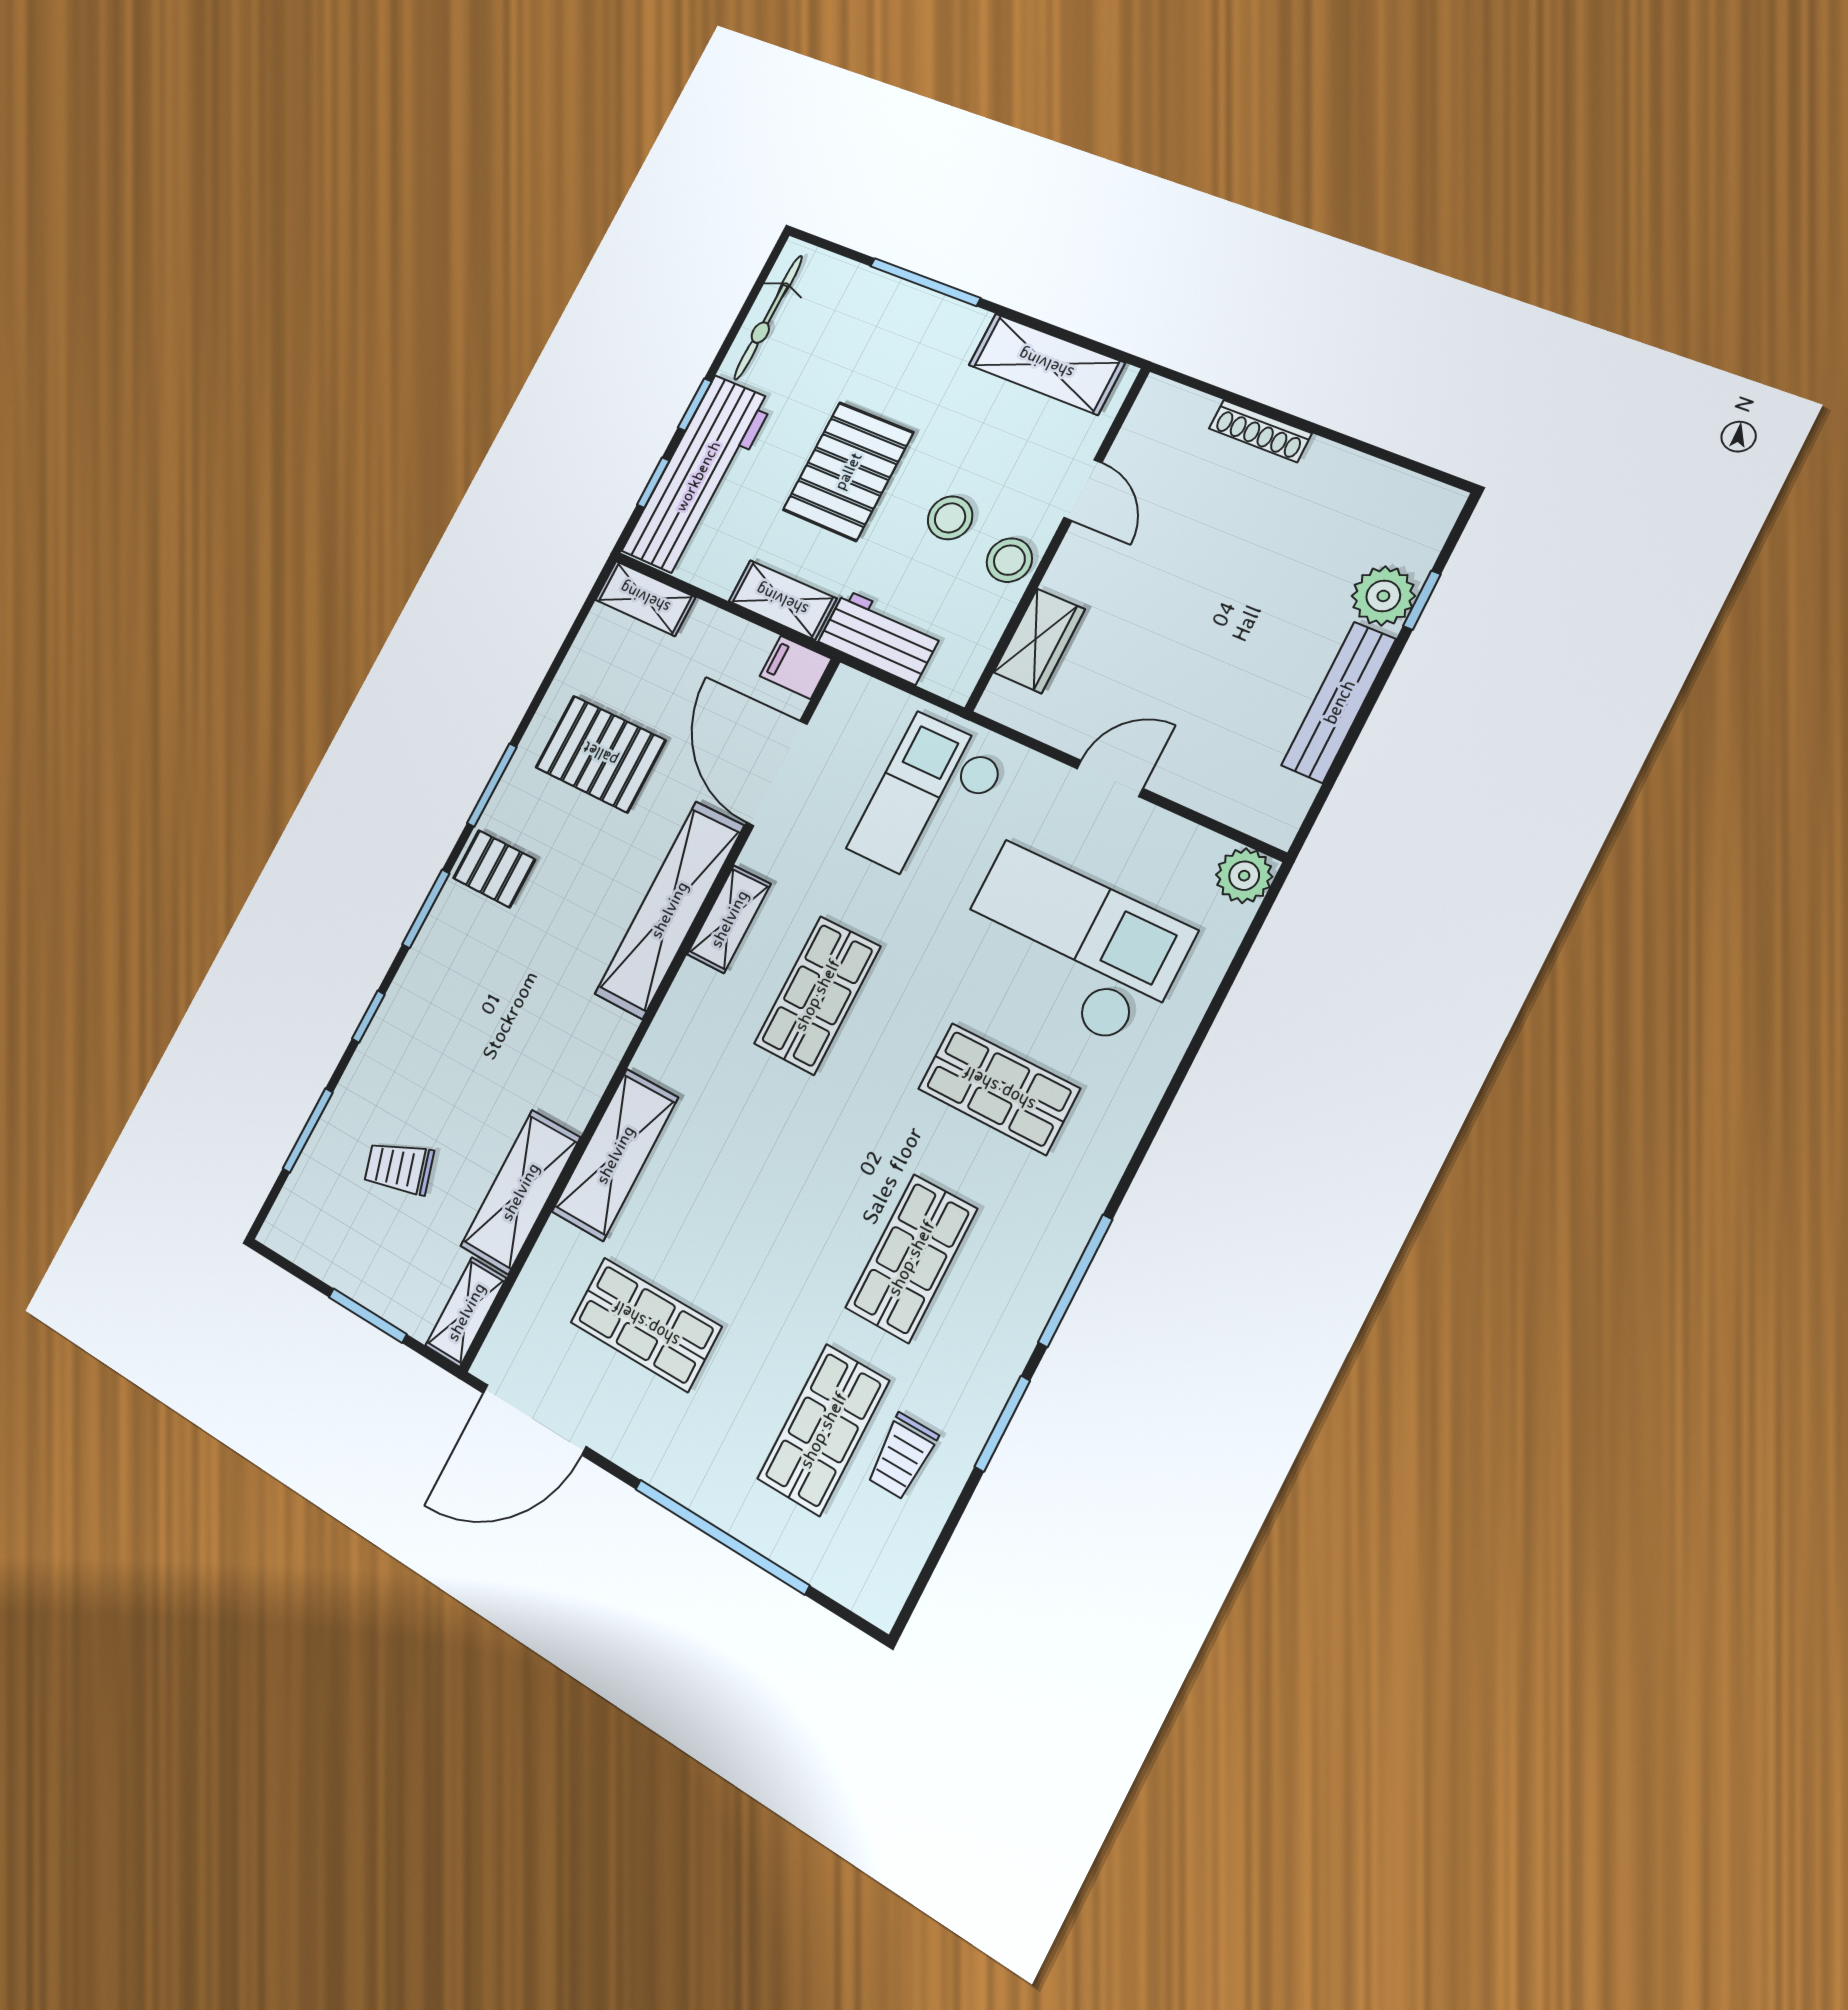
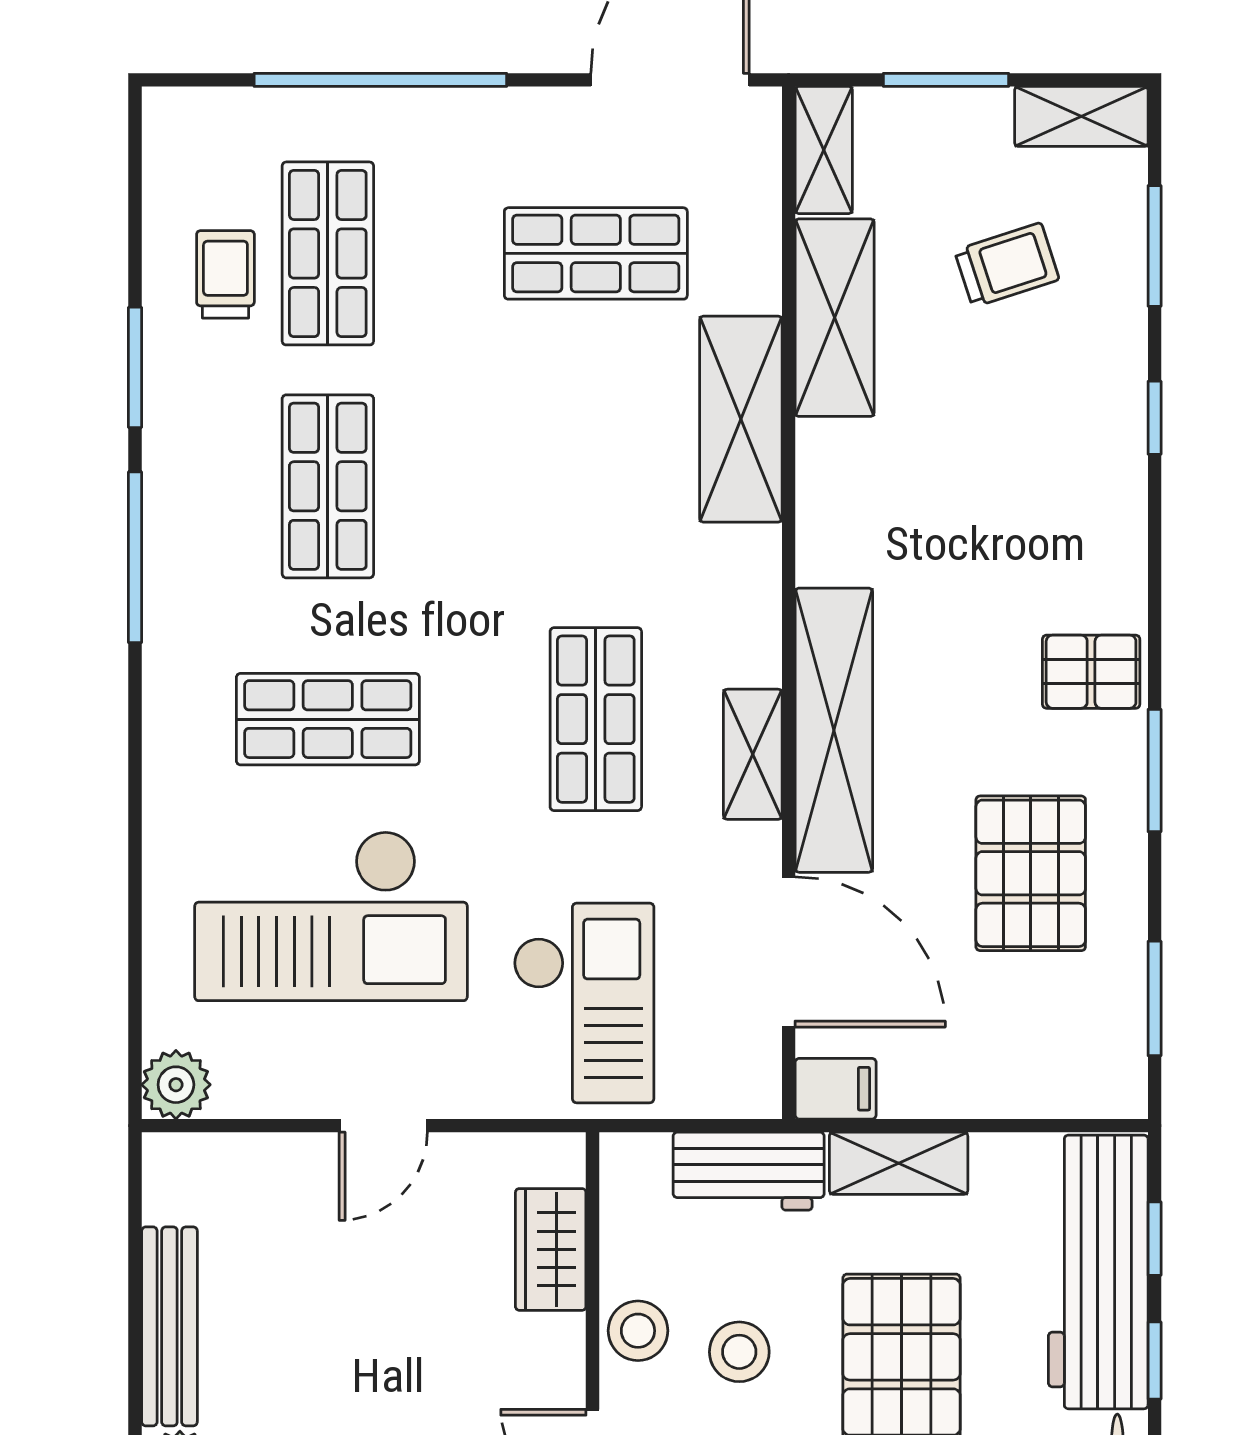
shelving: (645, 598) -> (1081, 116), moved
pallet: (600, 754) -> (1031, 873), turned 90
window: (426, 909) -> (1155, 998), moved

